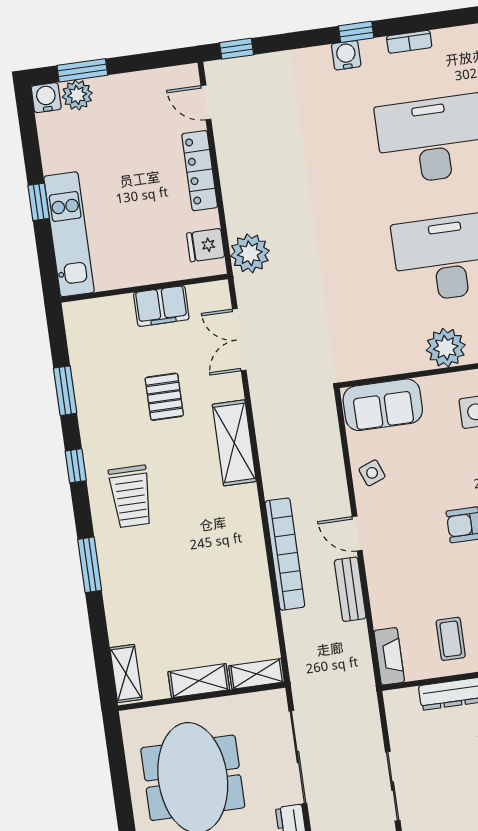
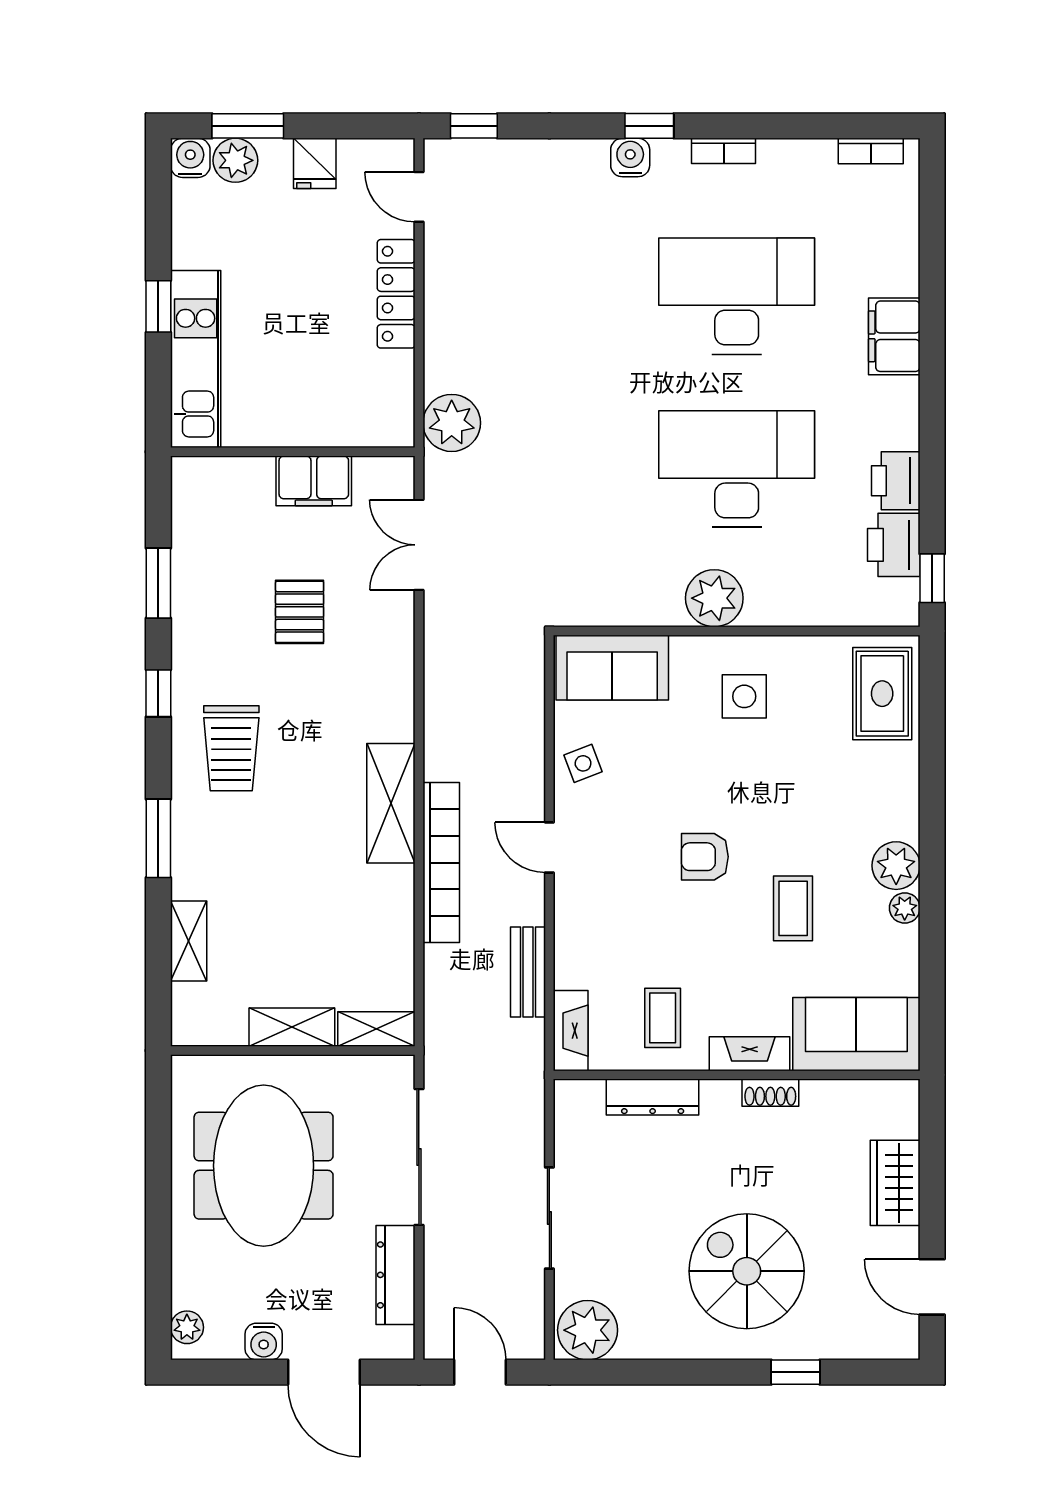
fridge: (206, 245) -> (315, 163), moved, turned -90
shelving: (234, 443) -> (391, 803), moved
bench: (350, 589) -> (528, 972), moved
shelving: (126, 673) -> (189, 941), moved

